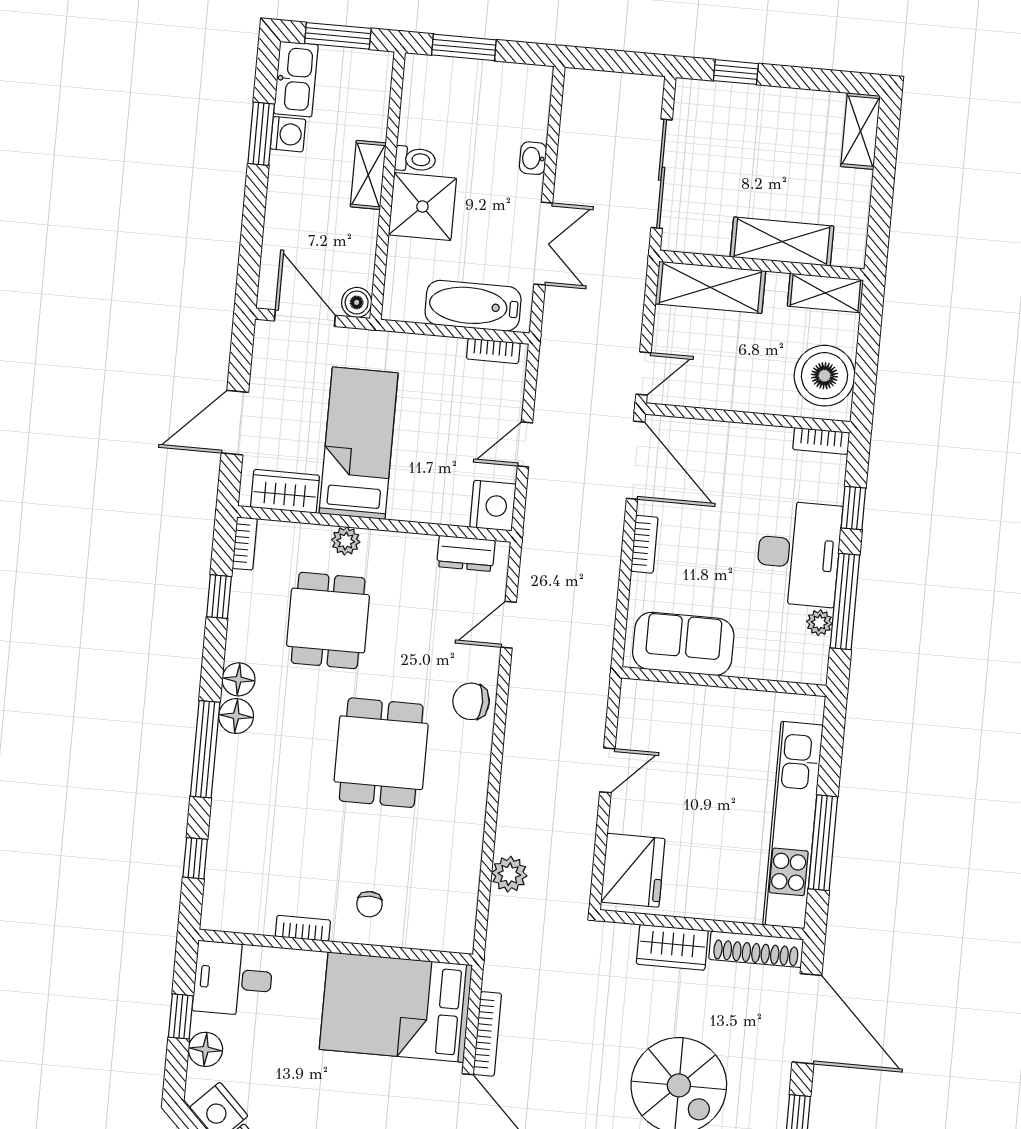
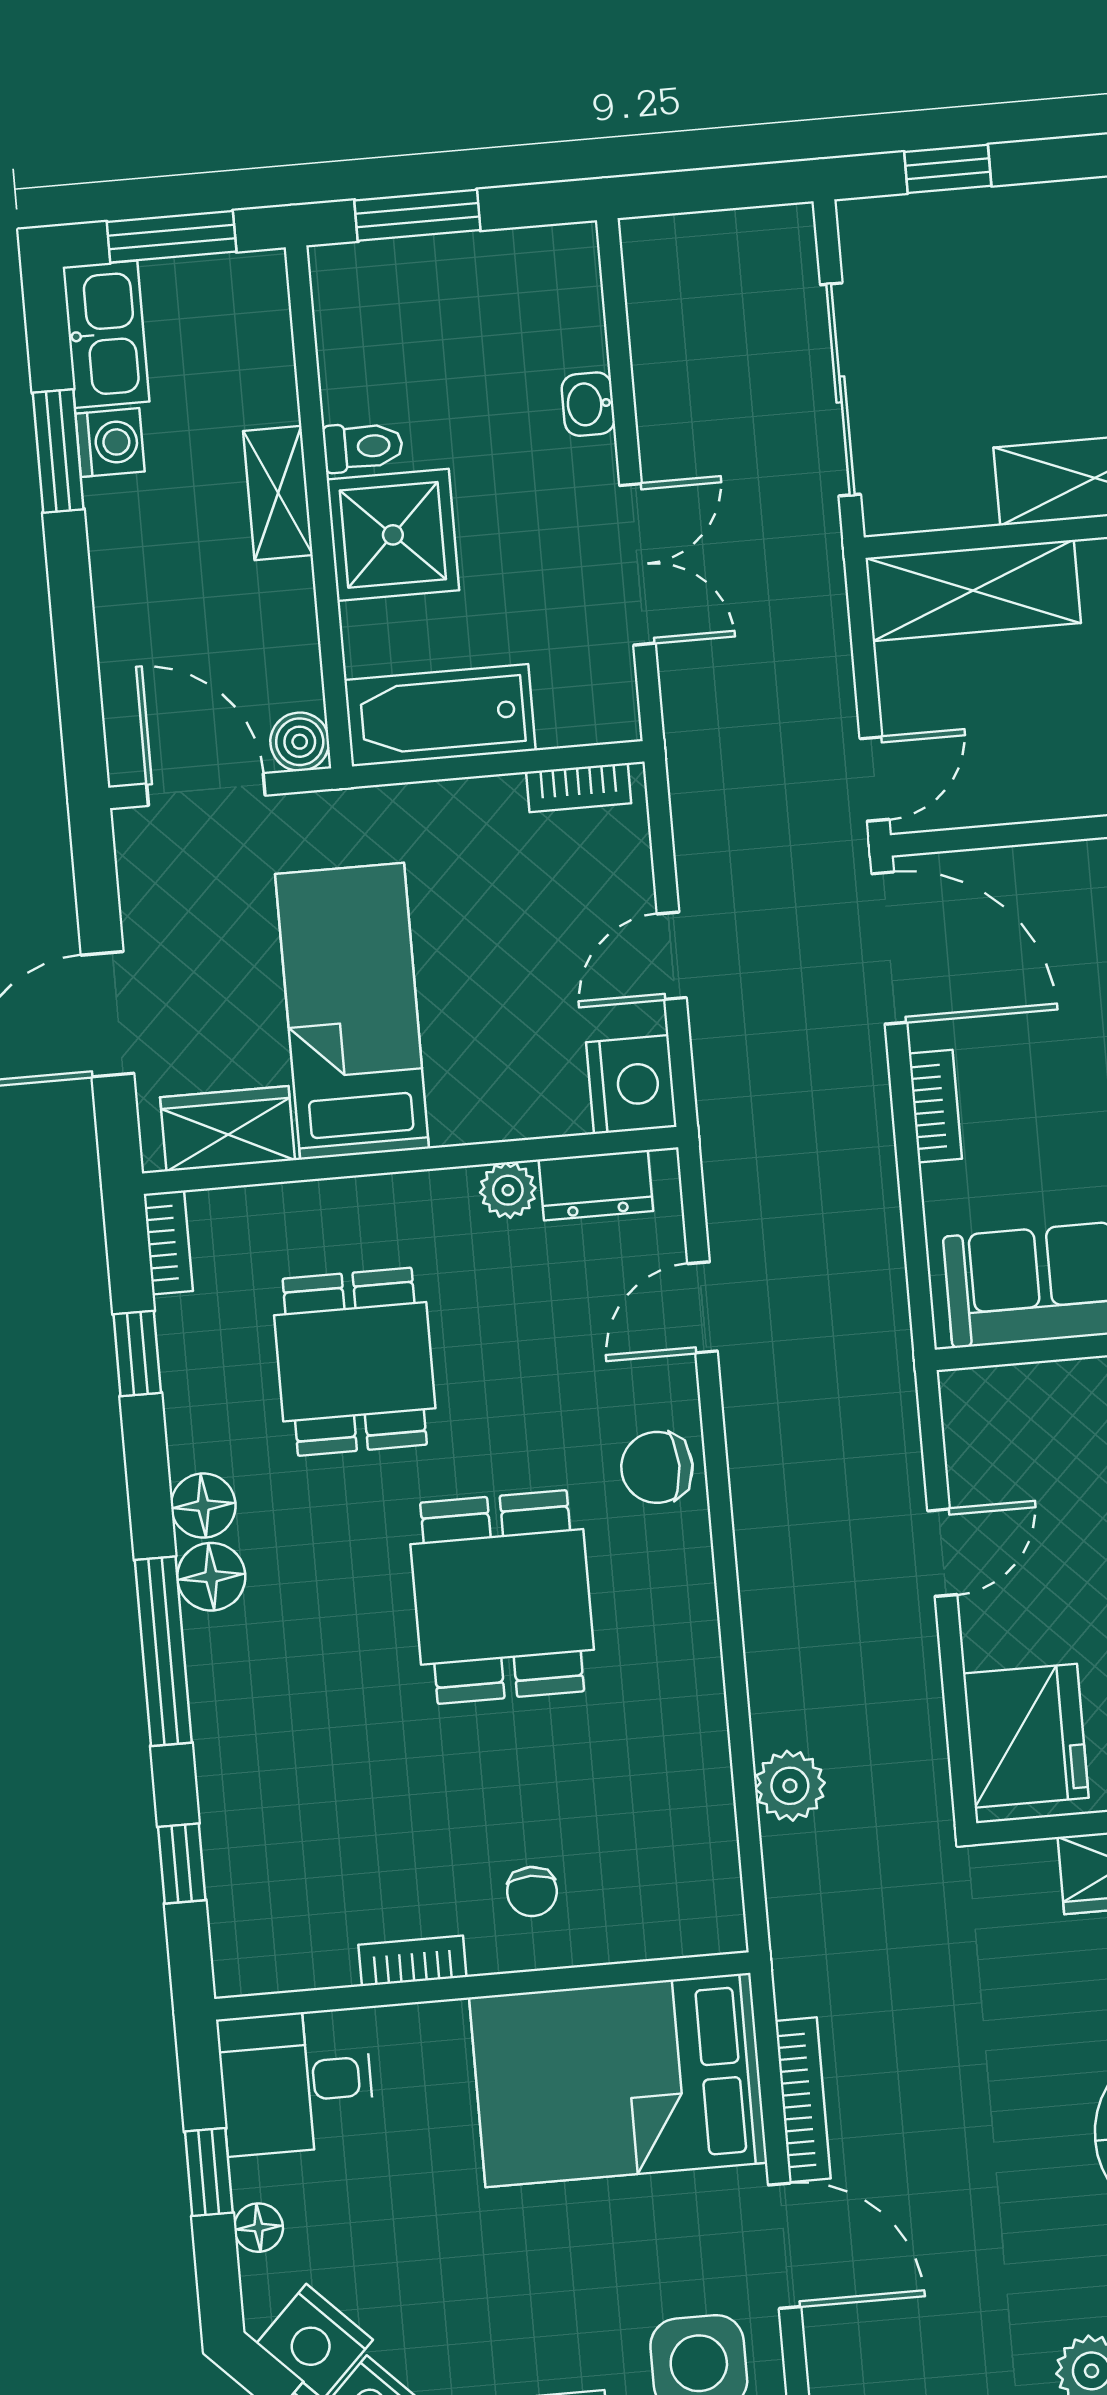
bathtub: (473, 306) -> (440, 715), moved
plant: (346, 541) -> (508, 1190), moved
floor lamp: (205, 1049) -> (259, 2228), width x0.73, depth x0.73

